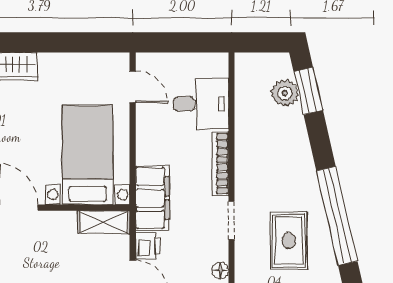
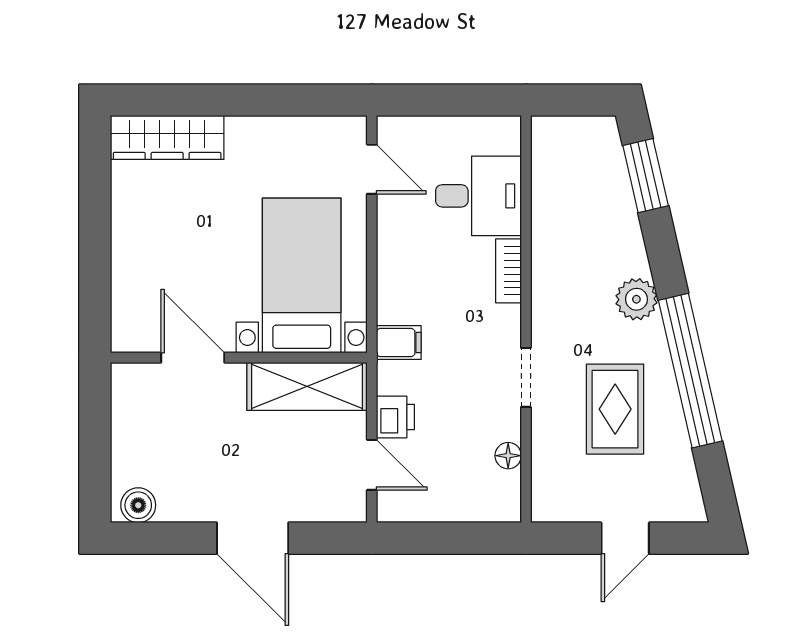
plant: (285, 93) -> (636, 299), moved
bookcase: (220, 164) -> (509, 271), width x0.64
filing cabinet: (152, 198) -> (399, 343), width x0.33, depth x0.86
shelving: (104, 222) -> (307, 386), width x1.50, depth x1.33

